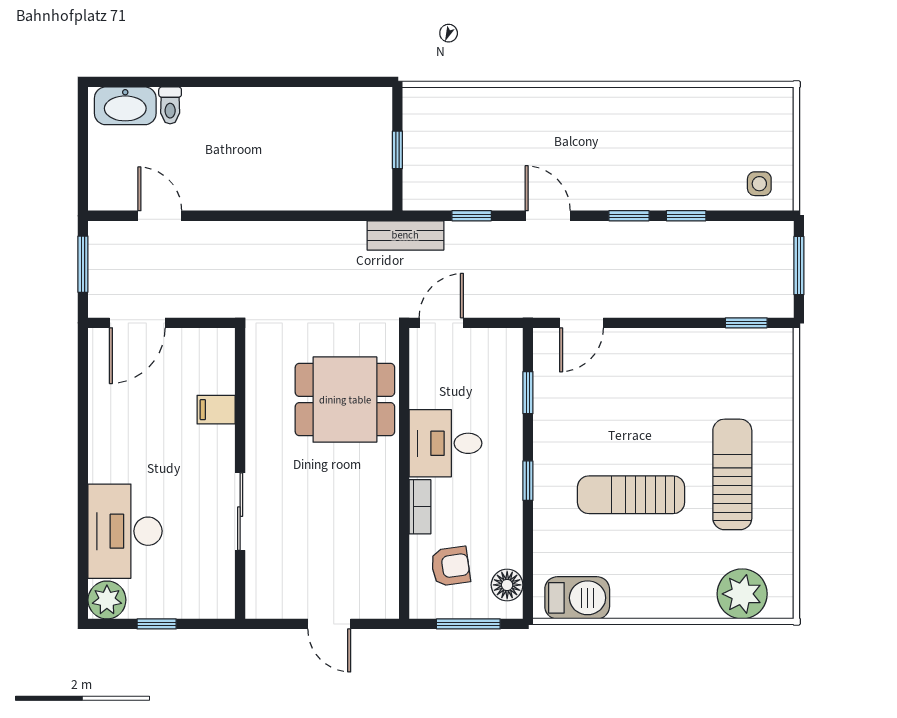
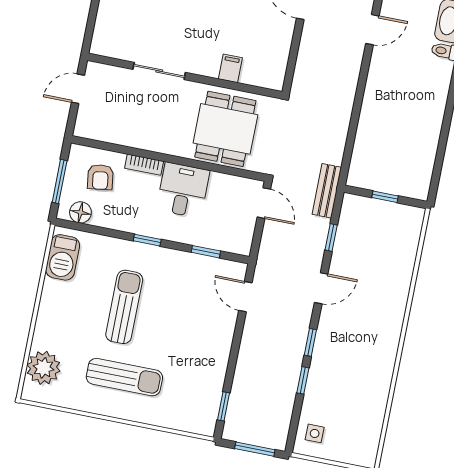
filing cabinet: (216, 410) -> (230, 68), moved
wall: (240, 473) -> (185, 76), moved
sliding door: (240, 512) -> (159, 71), moved

